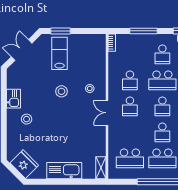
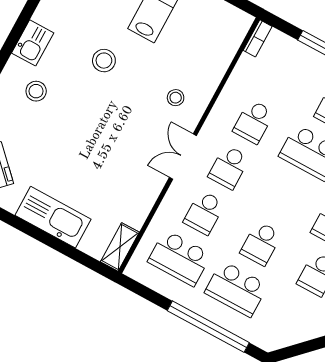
stool: (61, 91) -> (104, 61), moved
school desk: (162, 106) -> (204, 213), moved

